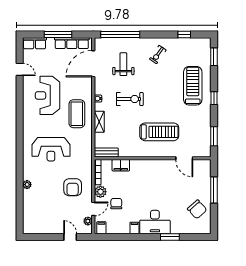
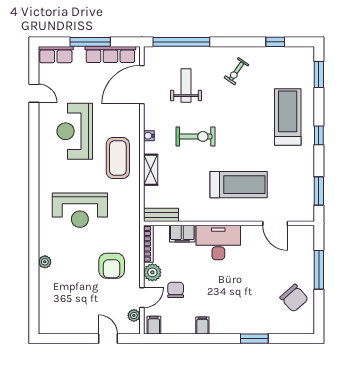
desk: (155, 222) -> (218, 243), moved, turned 180

